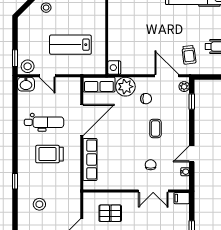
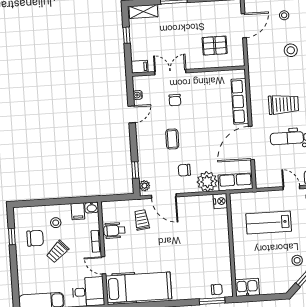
lab bench: (70, 45) -> (269, 223), turned 180

